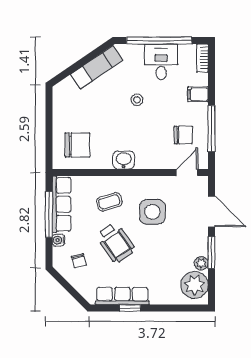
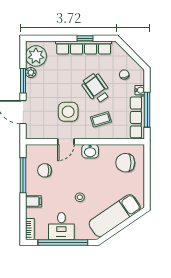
exam couch: (97, 67) -> (115, 216), width x1.36, depth x1.45
door: (187, 173) -> (66, 142), moved
row of seats: (122, 296) -> (84, 48), width x1.36

